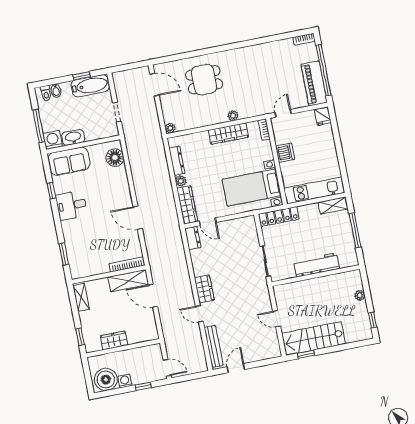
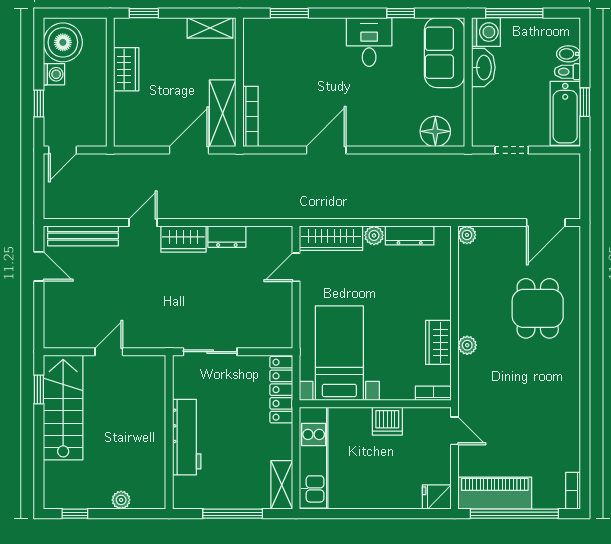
toilet: (46, 93) -> (567, 72), moved
wardrobe: (228, 134) -> (438, 342), width x0.67
dresser: (193, 238) -> (227, 237), moved

